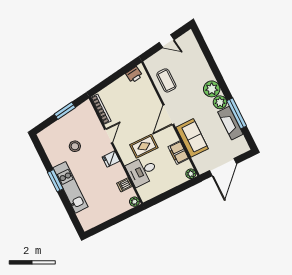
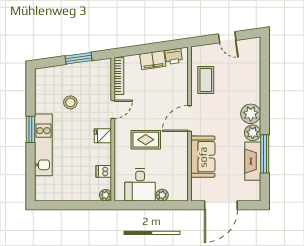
filing cabinet: (178, 153) -> (153, 60), moved, turned -98
desk: (142, 171) -> (140, 185), moved, turned -90
plant: (191, 174) -> (162, 195), moved

